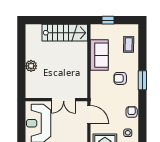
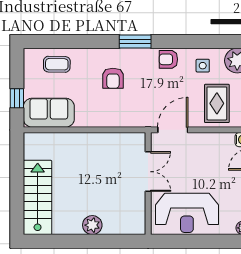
stairs: (65, 33) -> (38, 197), moved
sofa: (99, 55) -> (49, 113), moved
window: (142, 80) -> (135, 42), moved

